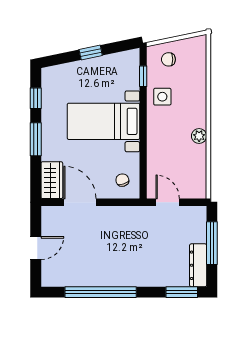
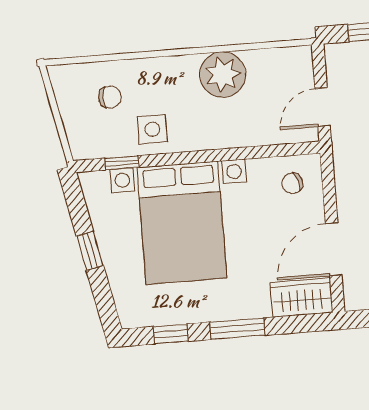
chair: (168, 59) -> (110, 97), moved, turned -90
bed with nightstands: (103, 121) -> (182, 223), width x1.36
plant: (199, 136) -> (223, 75), width x1.87, depth x1.87

